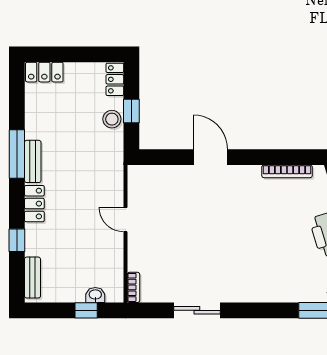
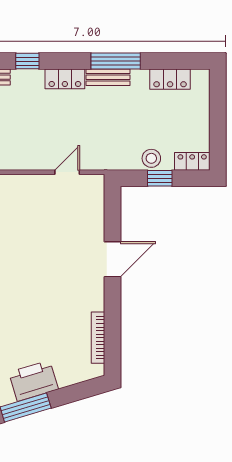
locker: (44, 72) -> (170, 79), moved, turned -90
door: (125, 220) -> (67, 172), moved

